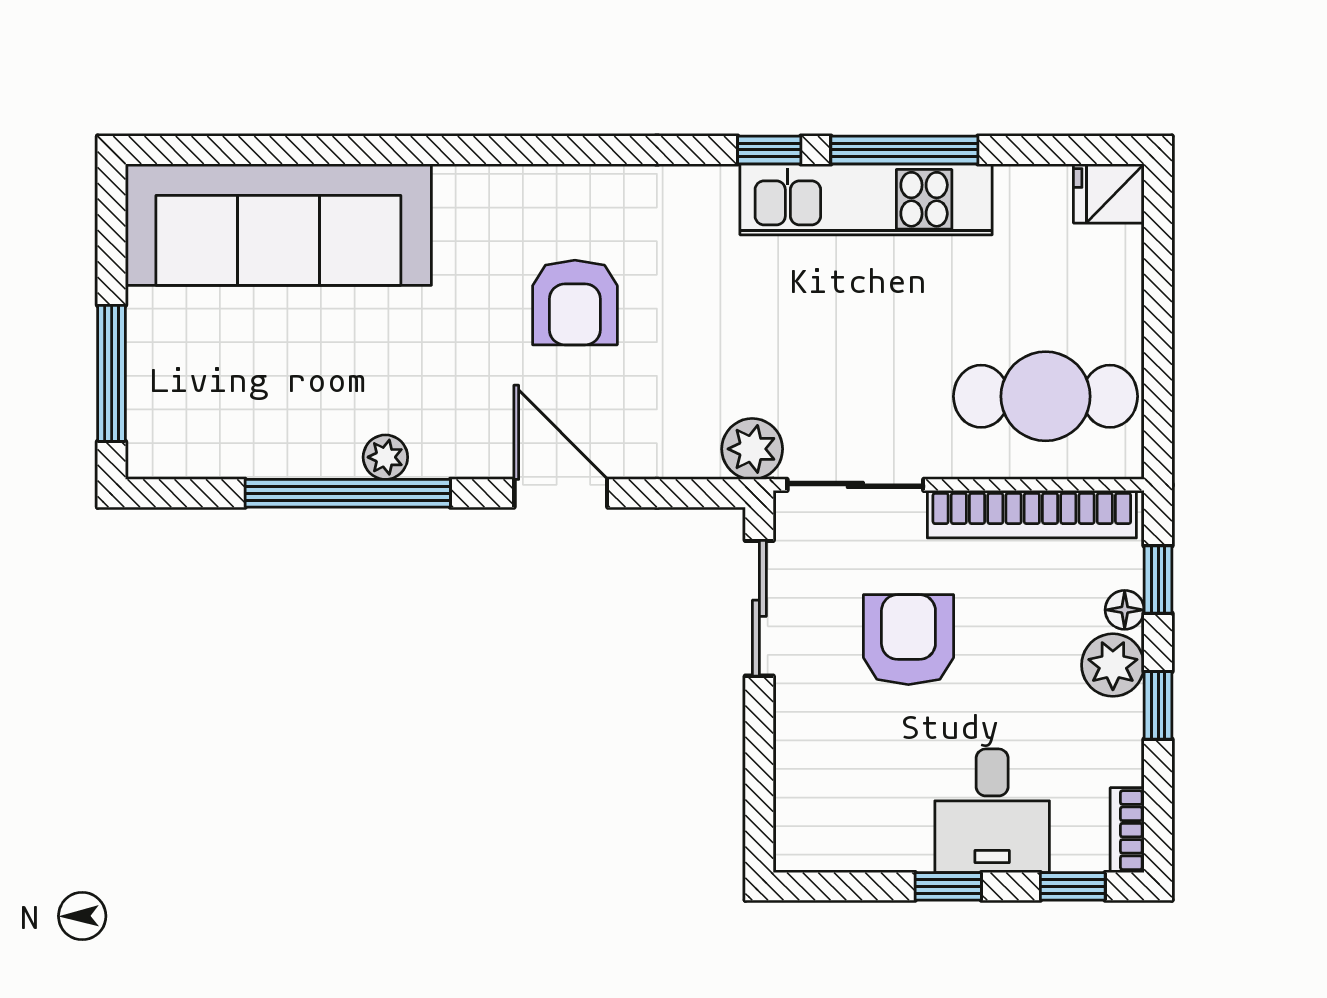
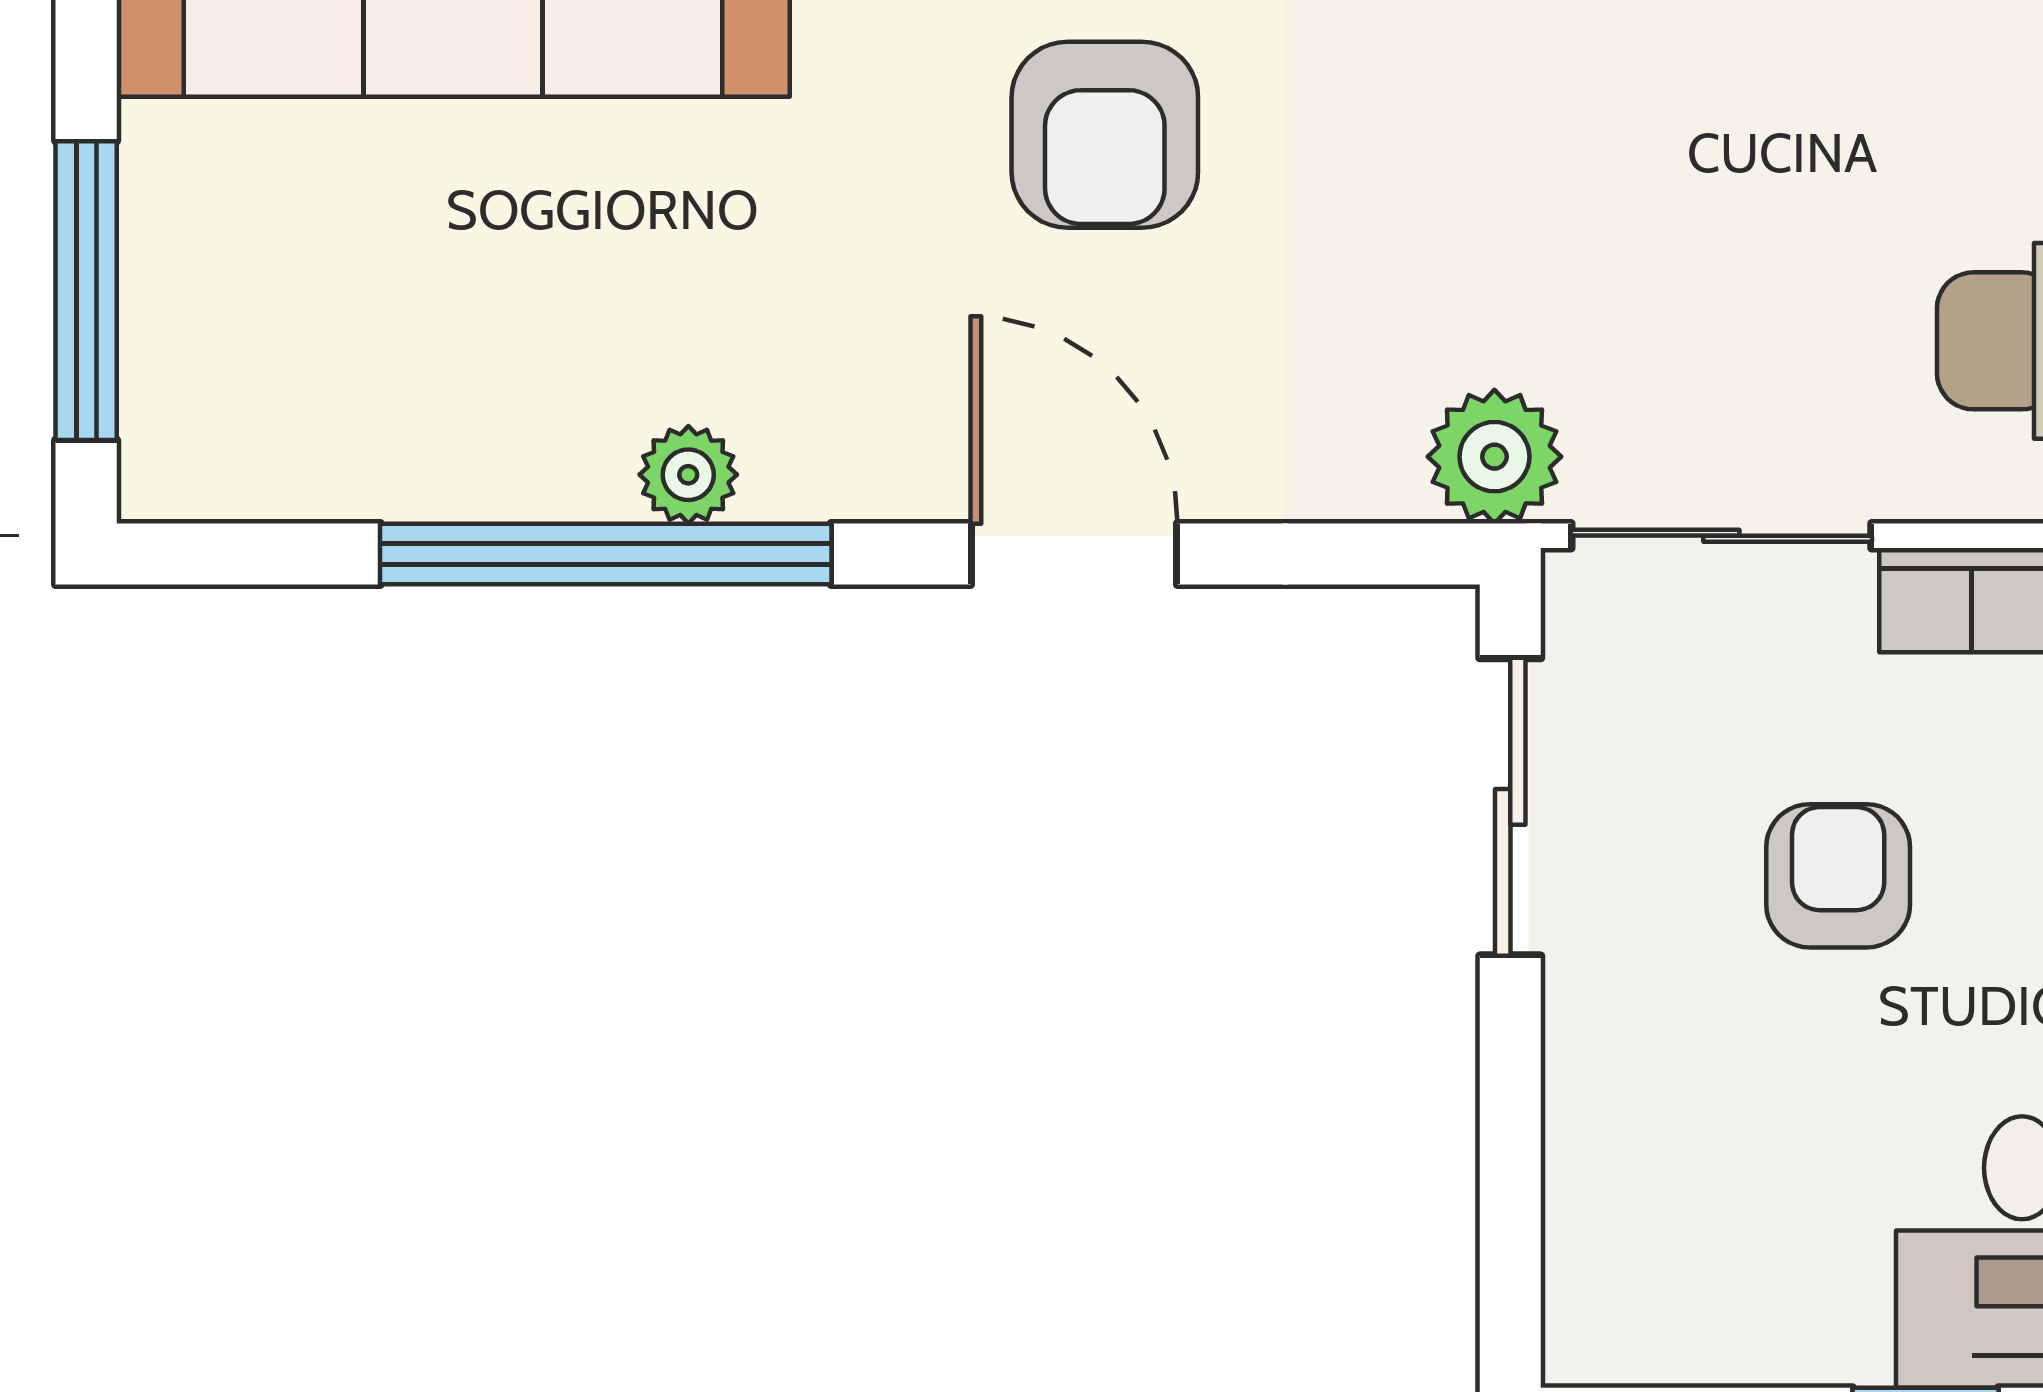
armchair: (908, 640) -> (1838, 876), width x0.72, depth x0.72

